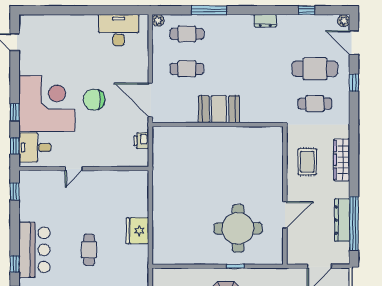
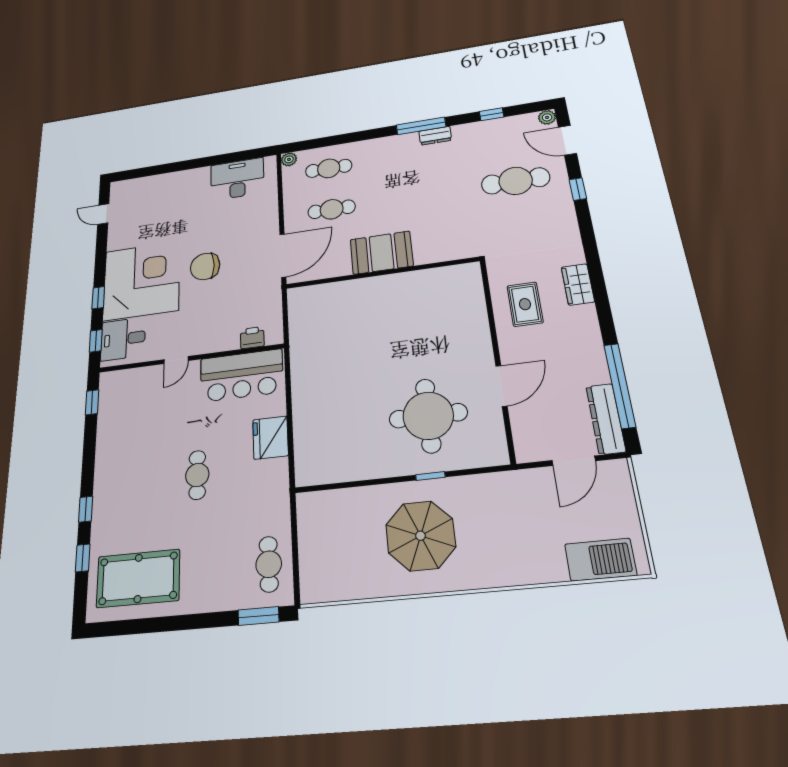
window: (209, 10) -> (421, 126), moved
door: (150, 100) -> (283, 255), swing flipped
cafe table: (315, 104) -> (523, 224), removed
printer: (141, 141) -> (252, 338), moved, turned 90
wardrobe: (342, 160) -> (578, 284), width x0.67
dresser: (342, 220) -> (606, 419), moved
bar counter: (34, 250) -> (242, 375), moved, turned 90

